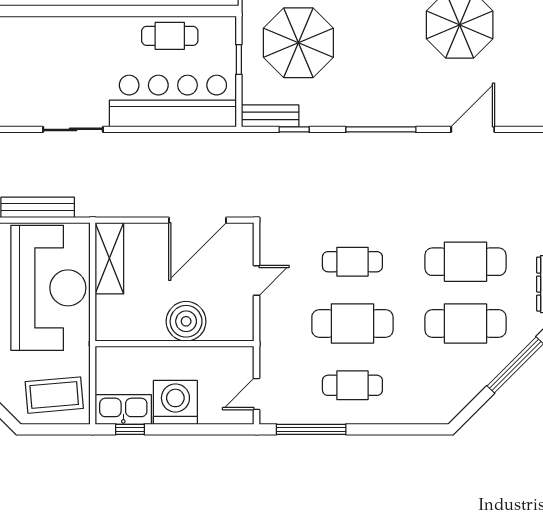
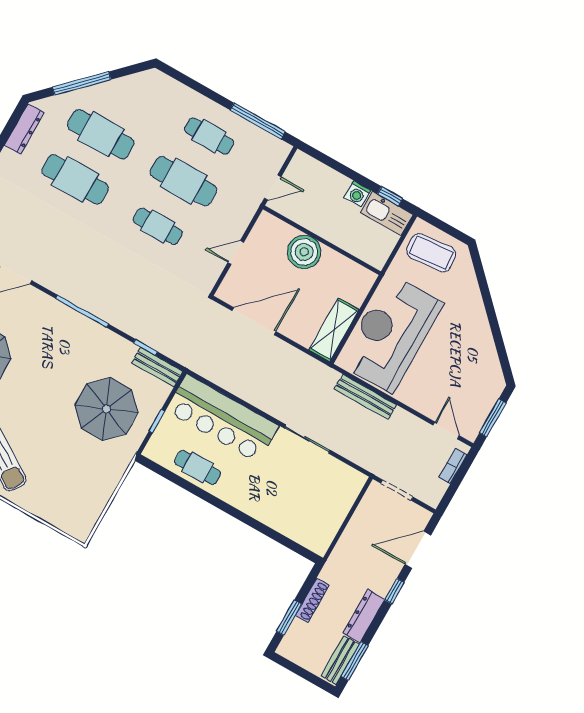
door: (256, 394) -> (273, 188), moved
washing machine: (175, 402) -> (358, 194), width x0.53, depth x0.53

